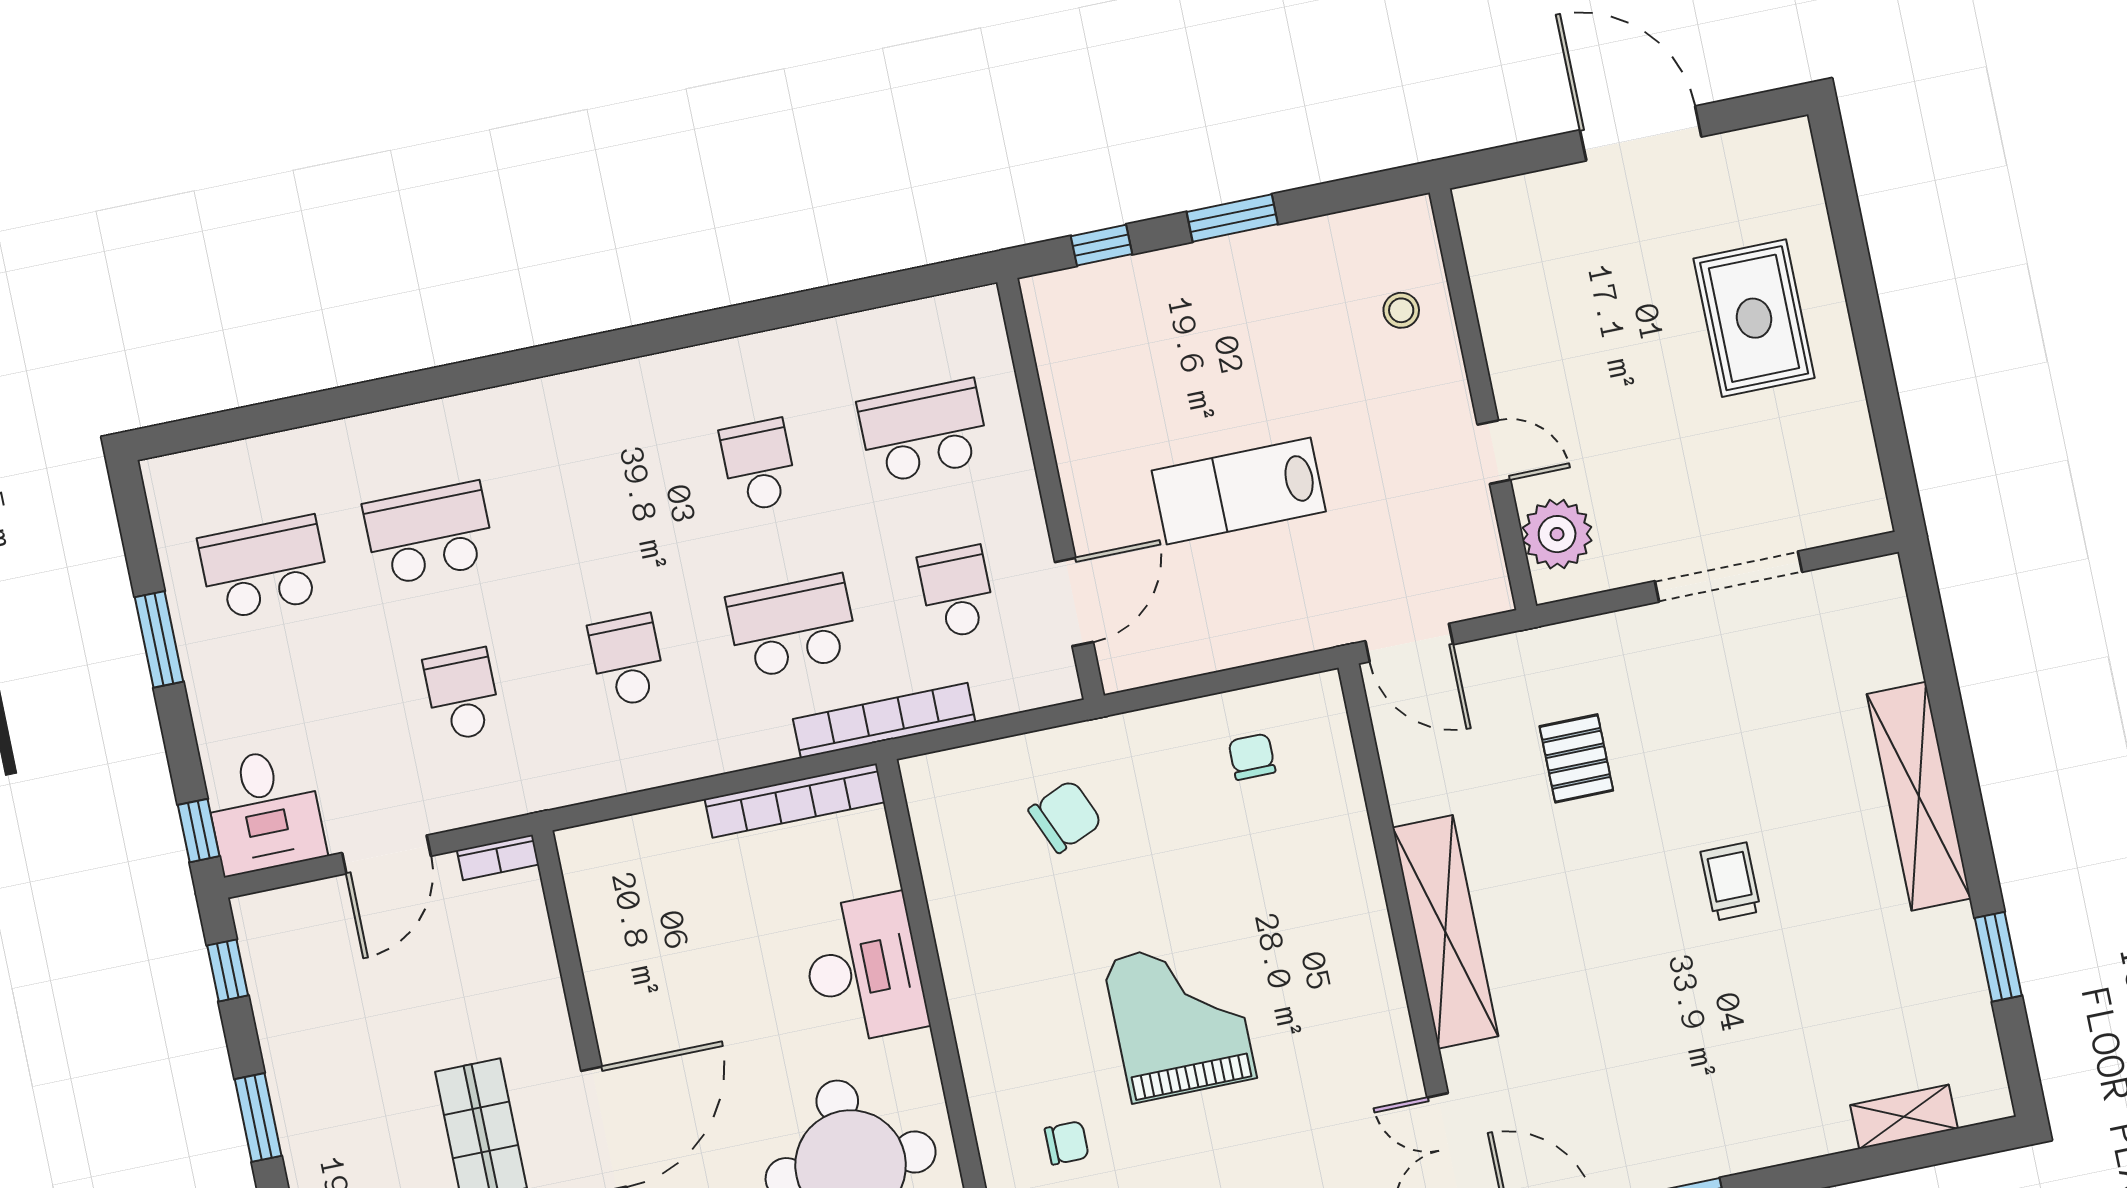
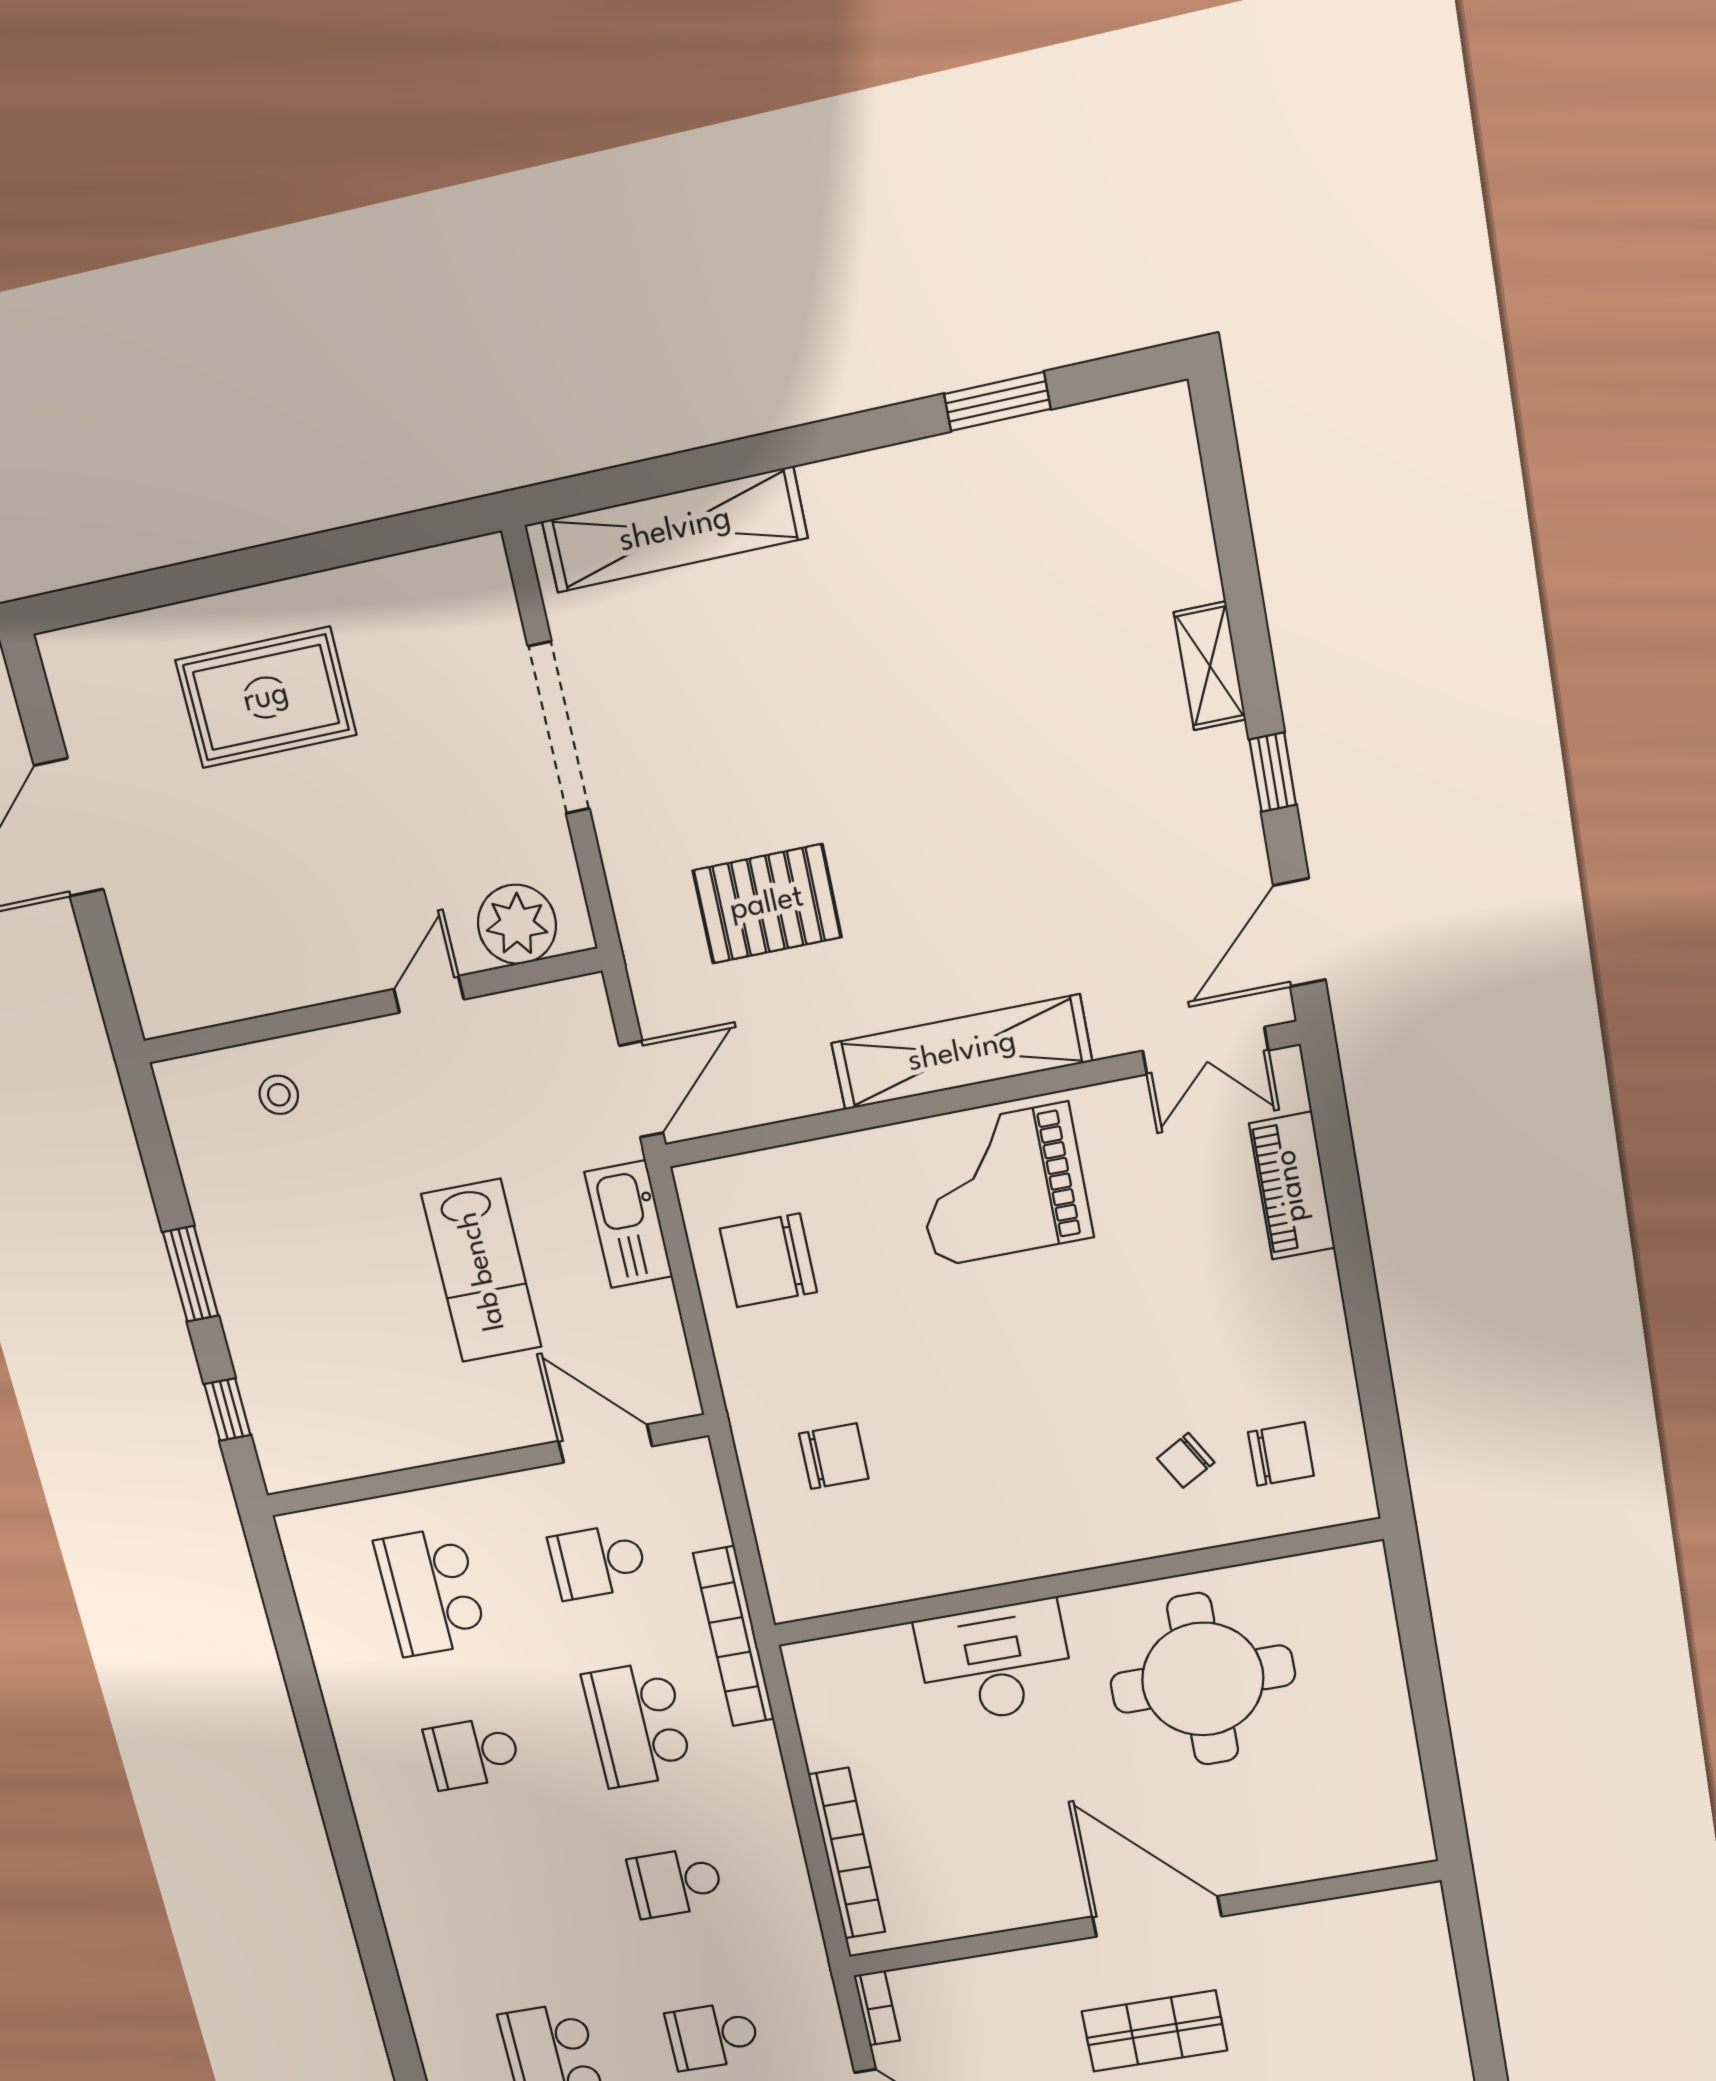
kitchen sink: (1284, 628) -> (629, 1224), added
chair: (1252, 757) -> (768, 1260), width x1.87, depth x1.87
pallet: (1576, 758) -> (767, 904), width x1.50, depth x1.42
shelving: (1919, 796) -> (675, 530), moved
bookcase: (795, 801) -> (847, 1854), moved
chair: (1065, 816) -> (834, 1456), turned 113
trolley: (1731, 882) -> (907, 726), removed
grand piano: (1180, 1019) -> (1001, 1185), moved
shelving: (1904, 1117) -> (1210, 666), moved
chair: (1067, 1143) -> (1186, 1460), turned -120

